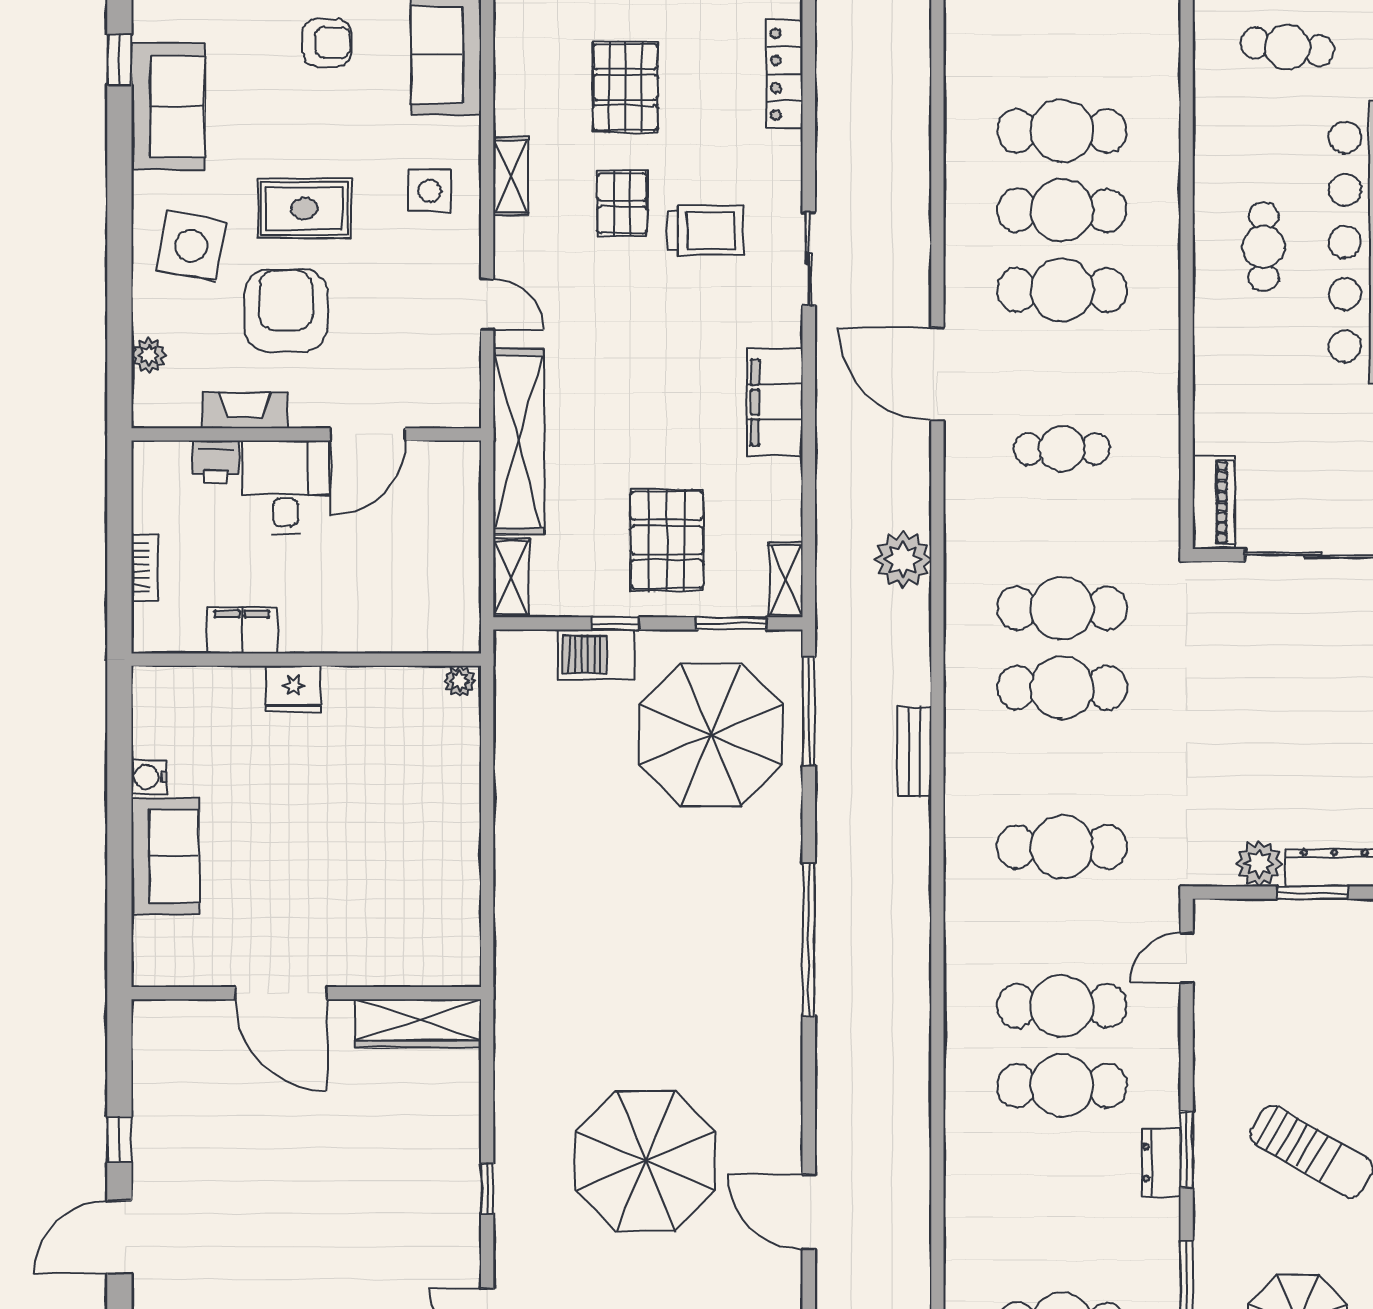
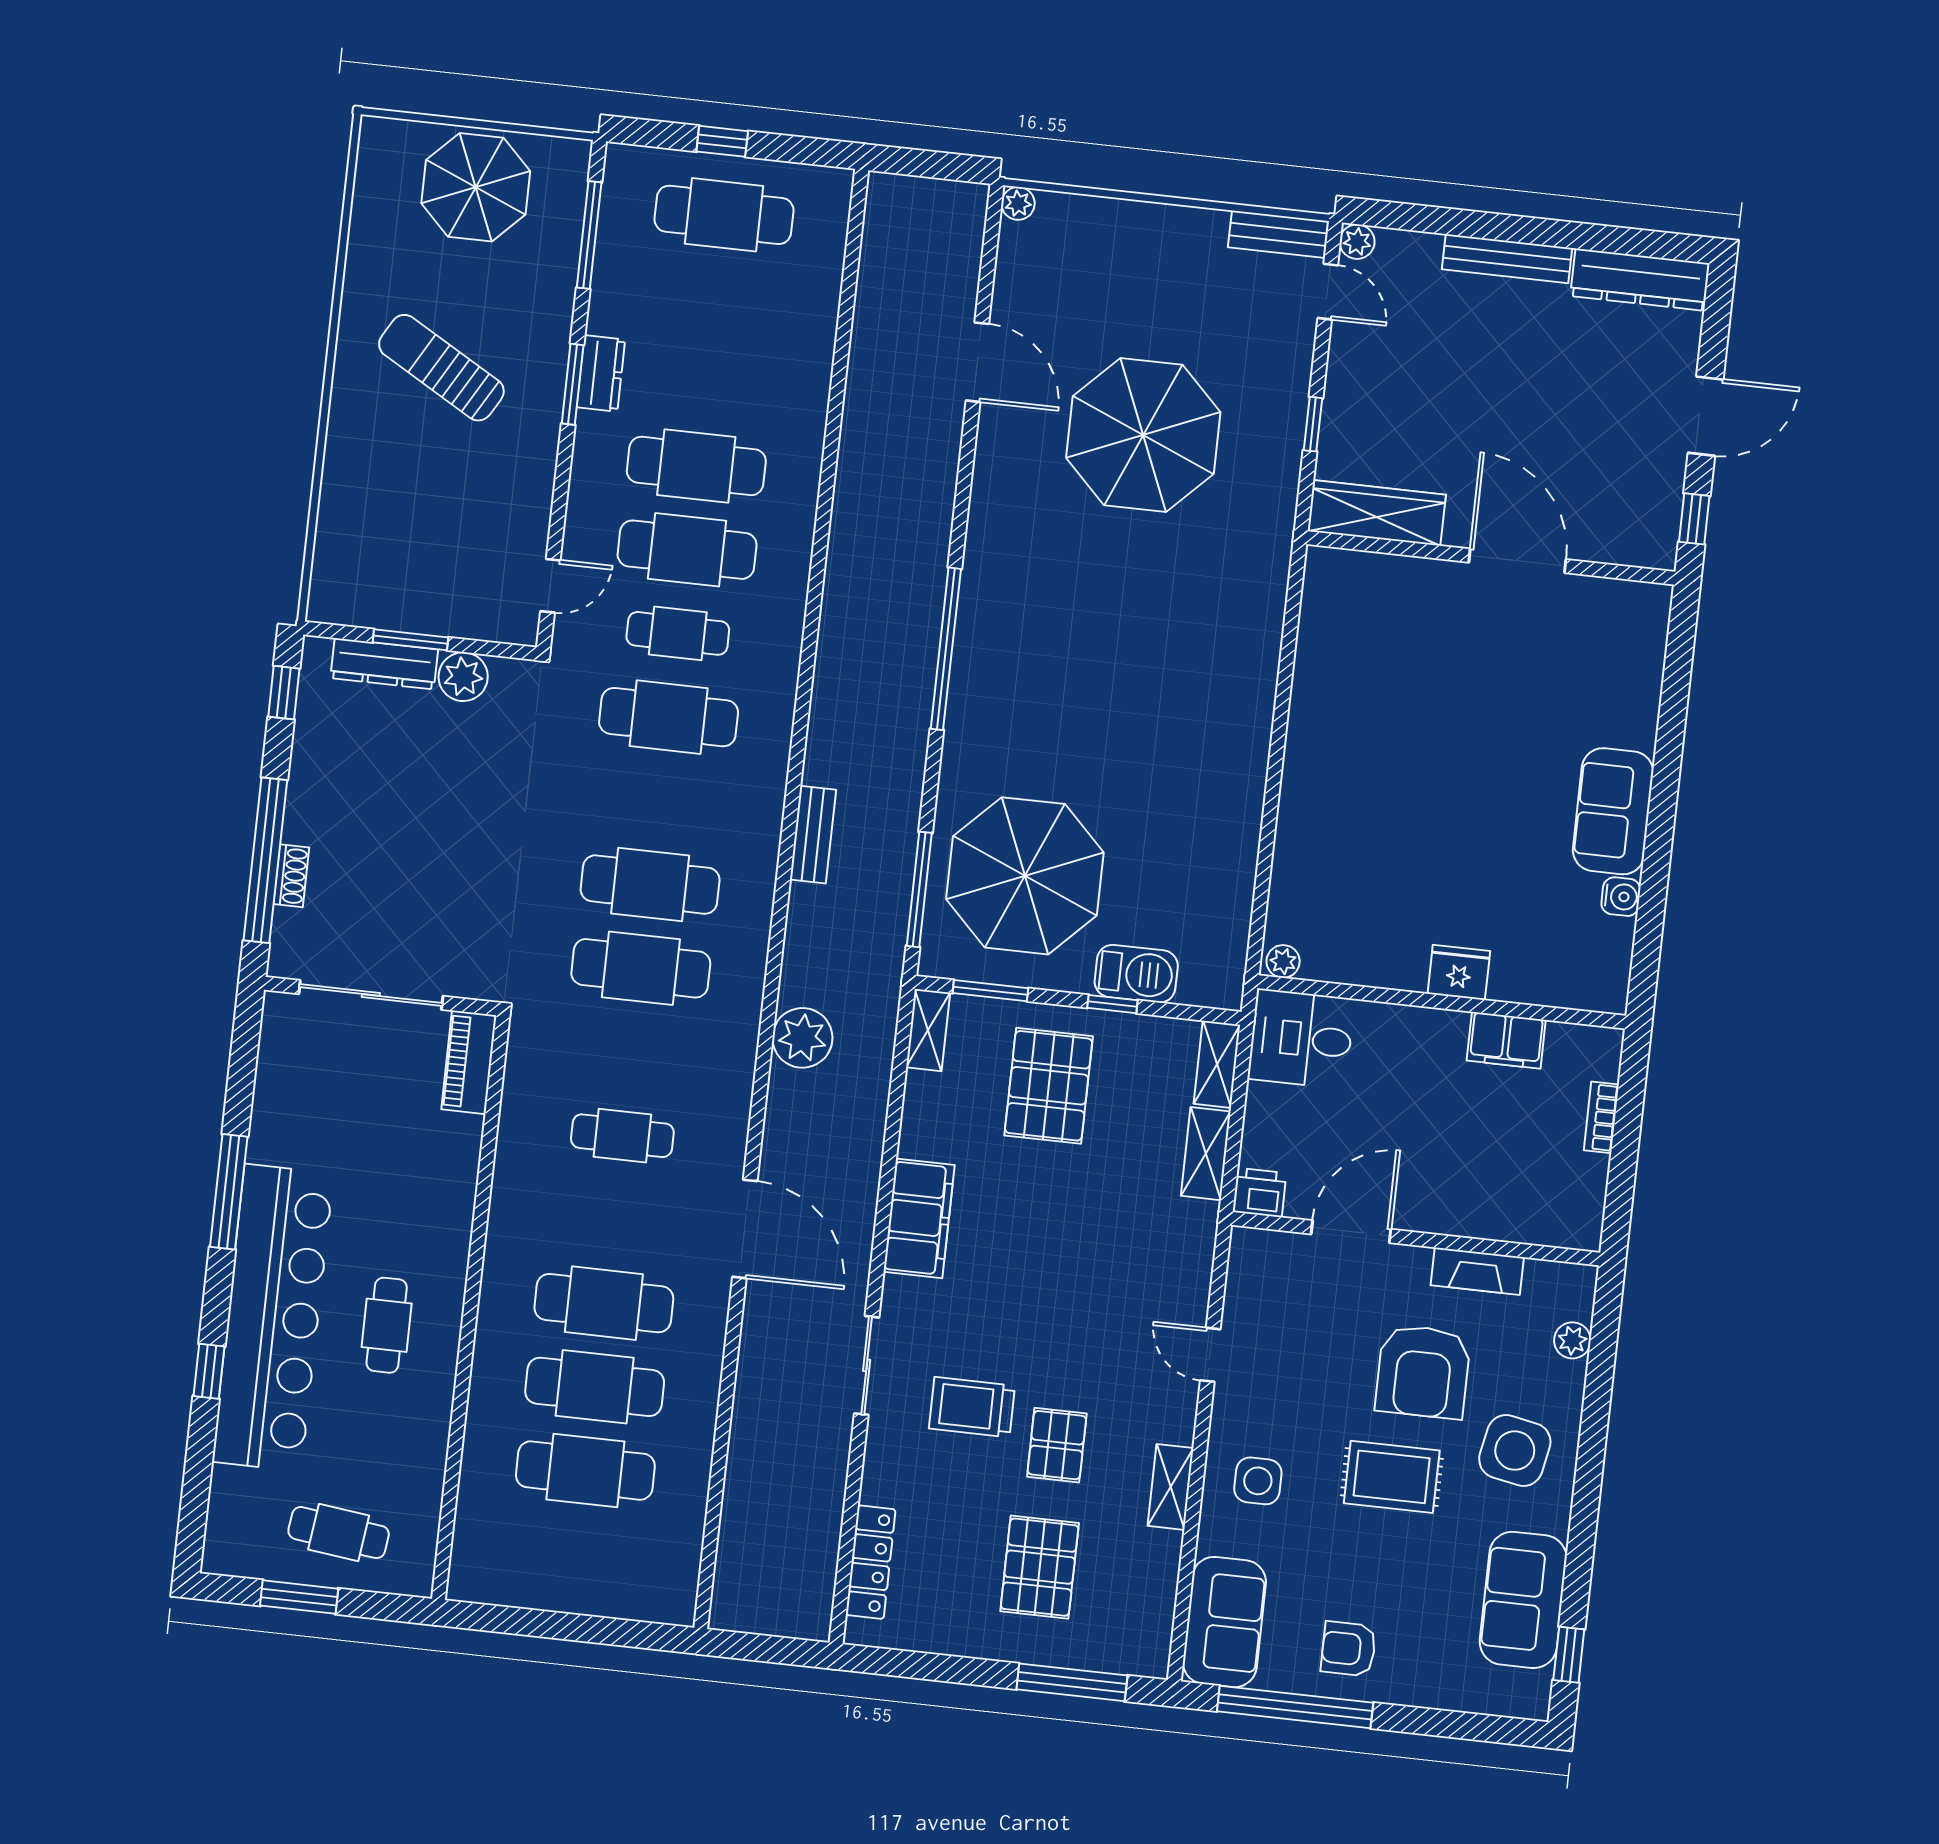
shelving: (519, 442) -> (1206, 1154), width x0.45, depth x0.75
printer: (216, 462) -> (1259, 1193), moved
desk: (286, 487) -> (1301, 1039), moved, turned 90
cafe table: (1062, 926) -> (678, 633), added
door: (281, 993) -> (1517, 561), moved
wall: (306, 993) -> (1491, 558), moved
wardrobe: (418, 1024) -> (1377, 513), moved

